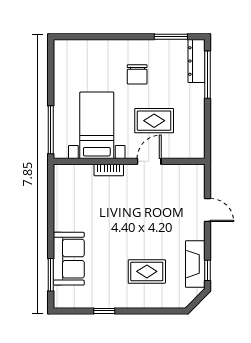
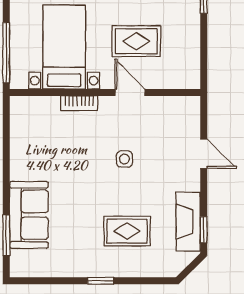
door: (149, 161) -> (130, 92), hinge flipped
side table: (145, 214) -> (124, 159), added
window: (104, 311) -> (101, 281), moved

